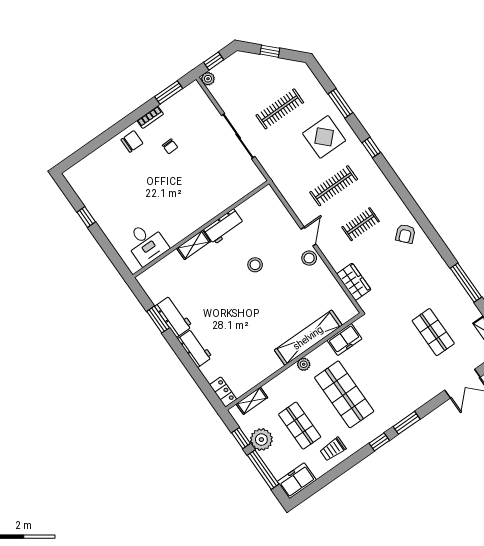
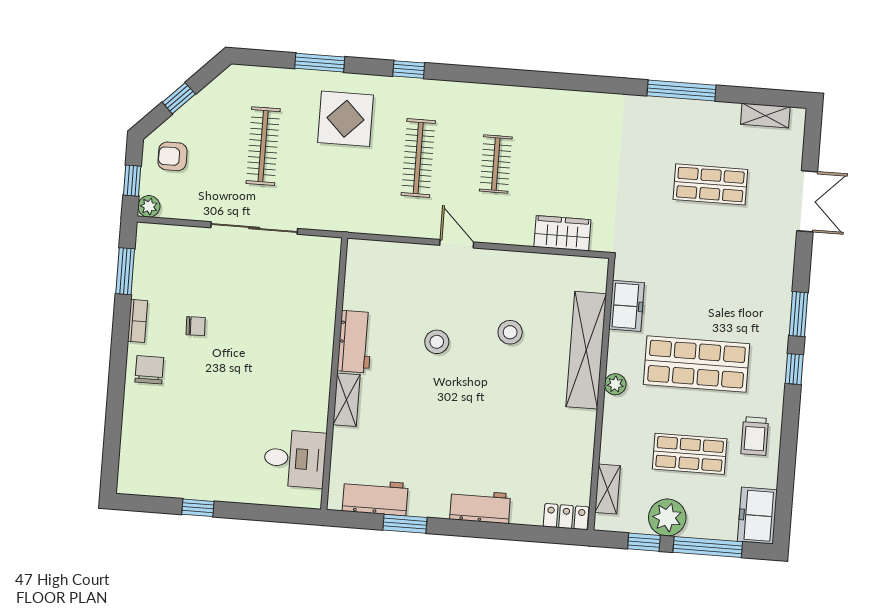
armchair: (405, 234) -> (172, 156), moved, turned 132
stool: (309, 258) -> (510, 332), moved
workbench: (174, 316) -> (375, 497), moved

